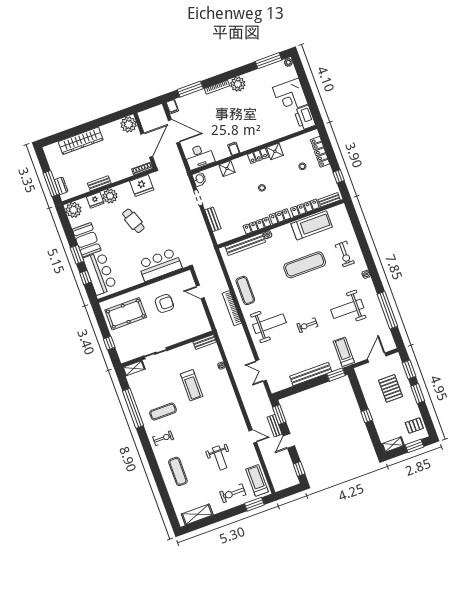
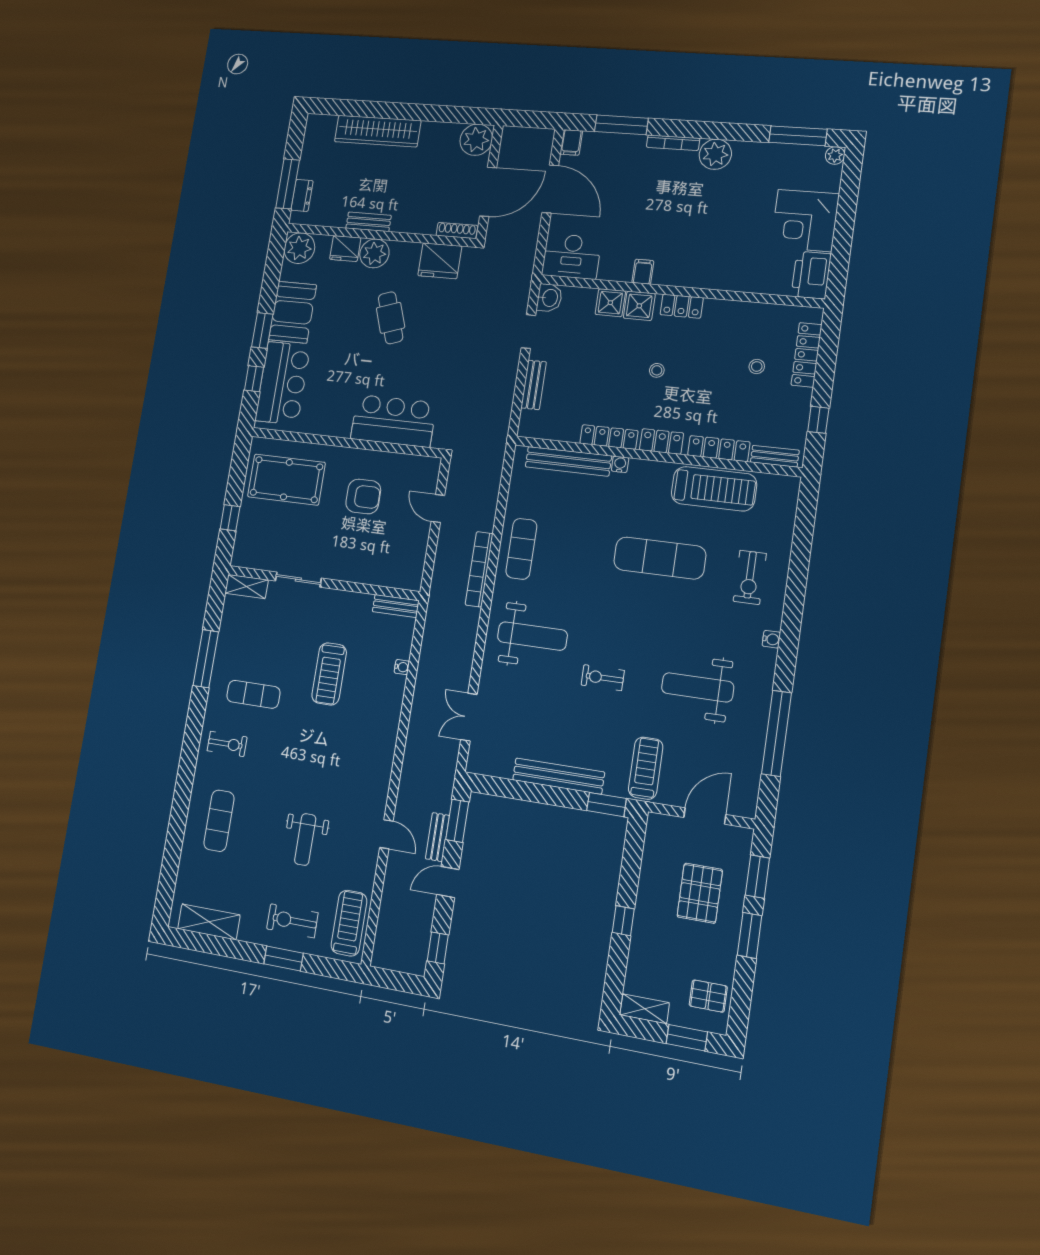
shower: (275, 151) -> (639, 306), moved
window: (133, 408) -> (206, 659), width x0.68
window: (254, 504) -> (283, 959), moved

